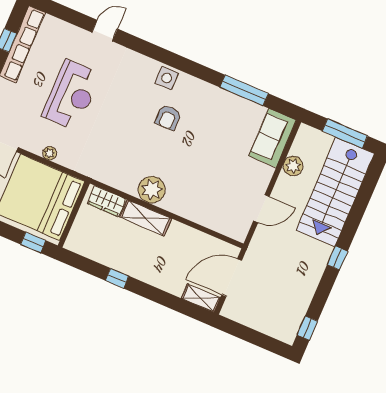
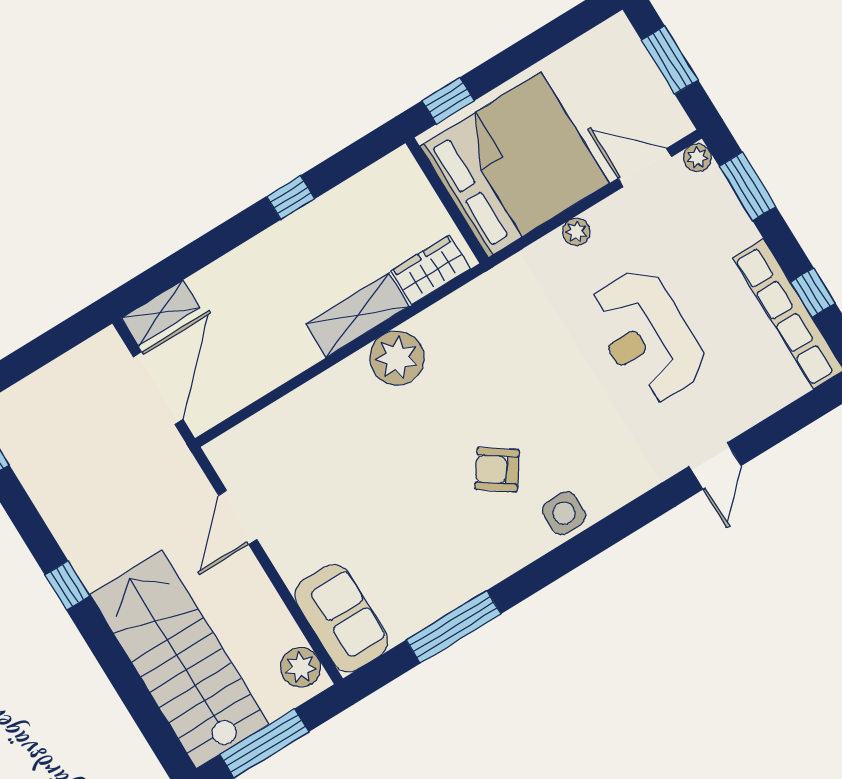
armchair: (168, 117) -> (497, 470), turned -55
plant: (293, 166) -> (301, 667), moved

